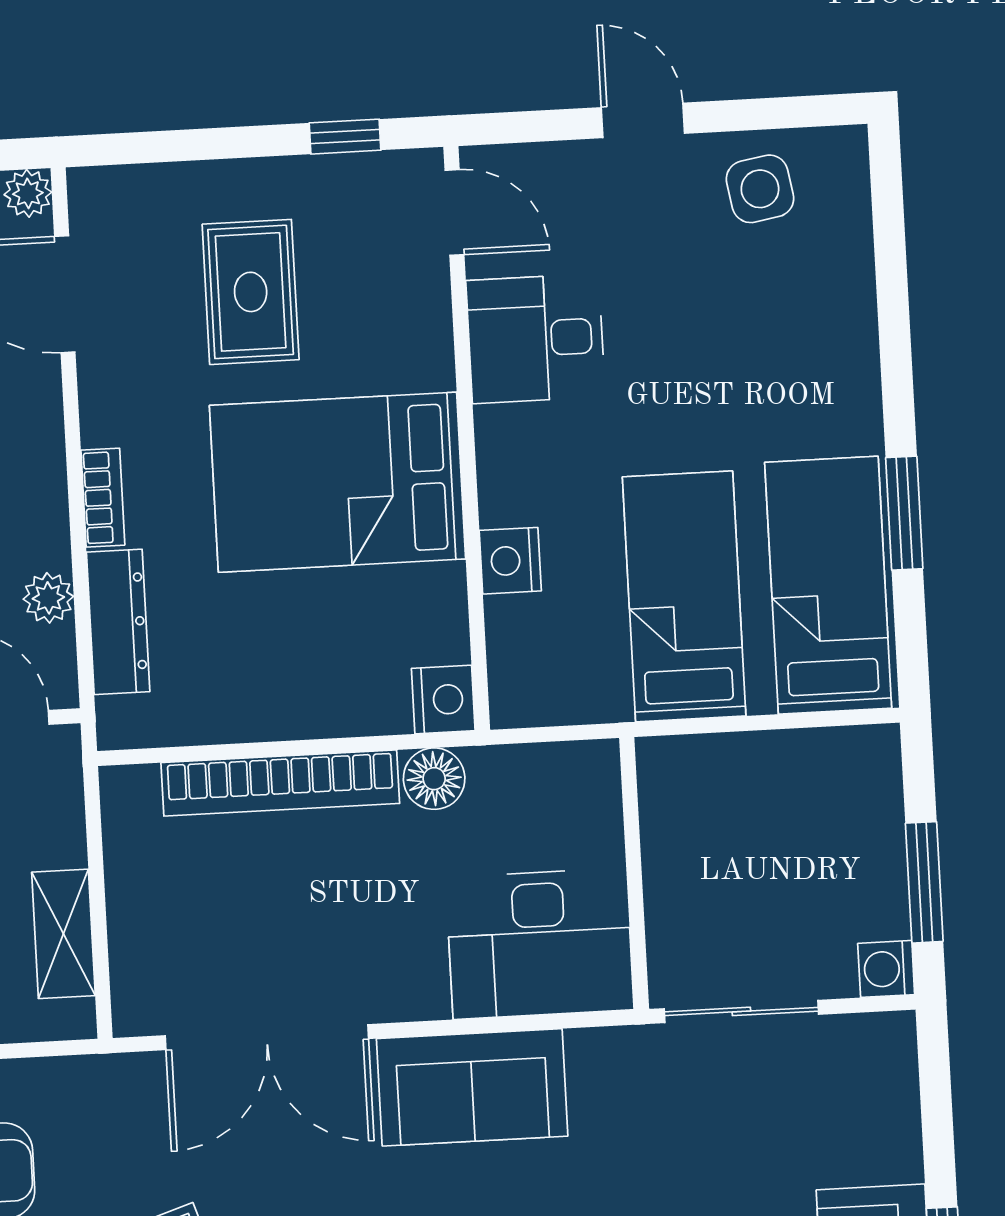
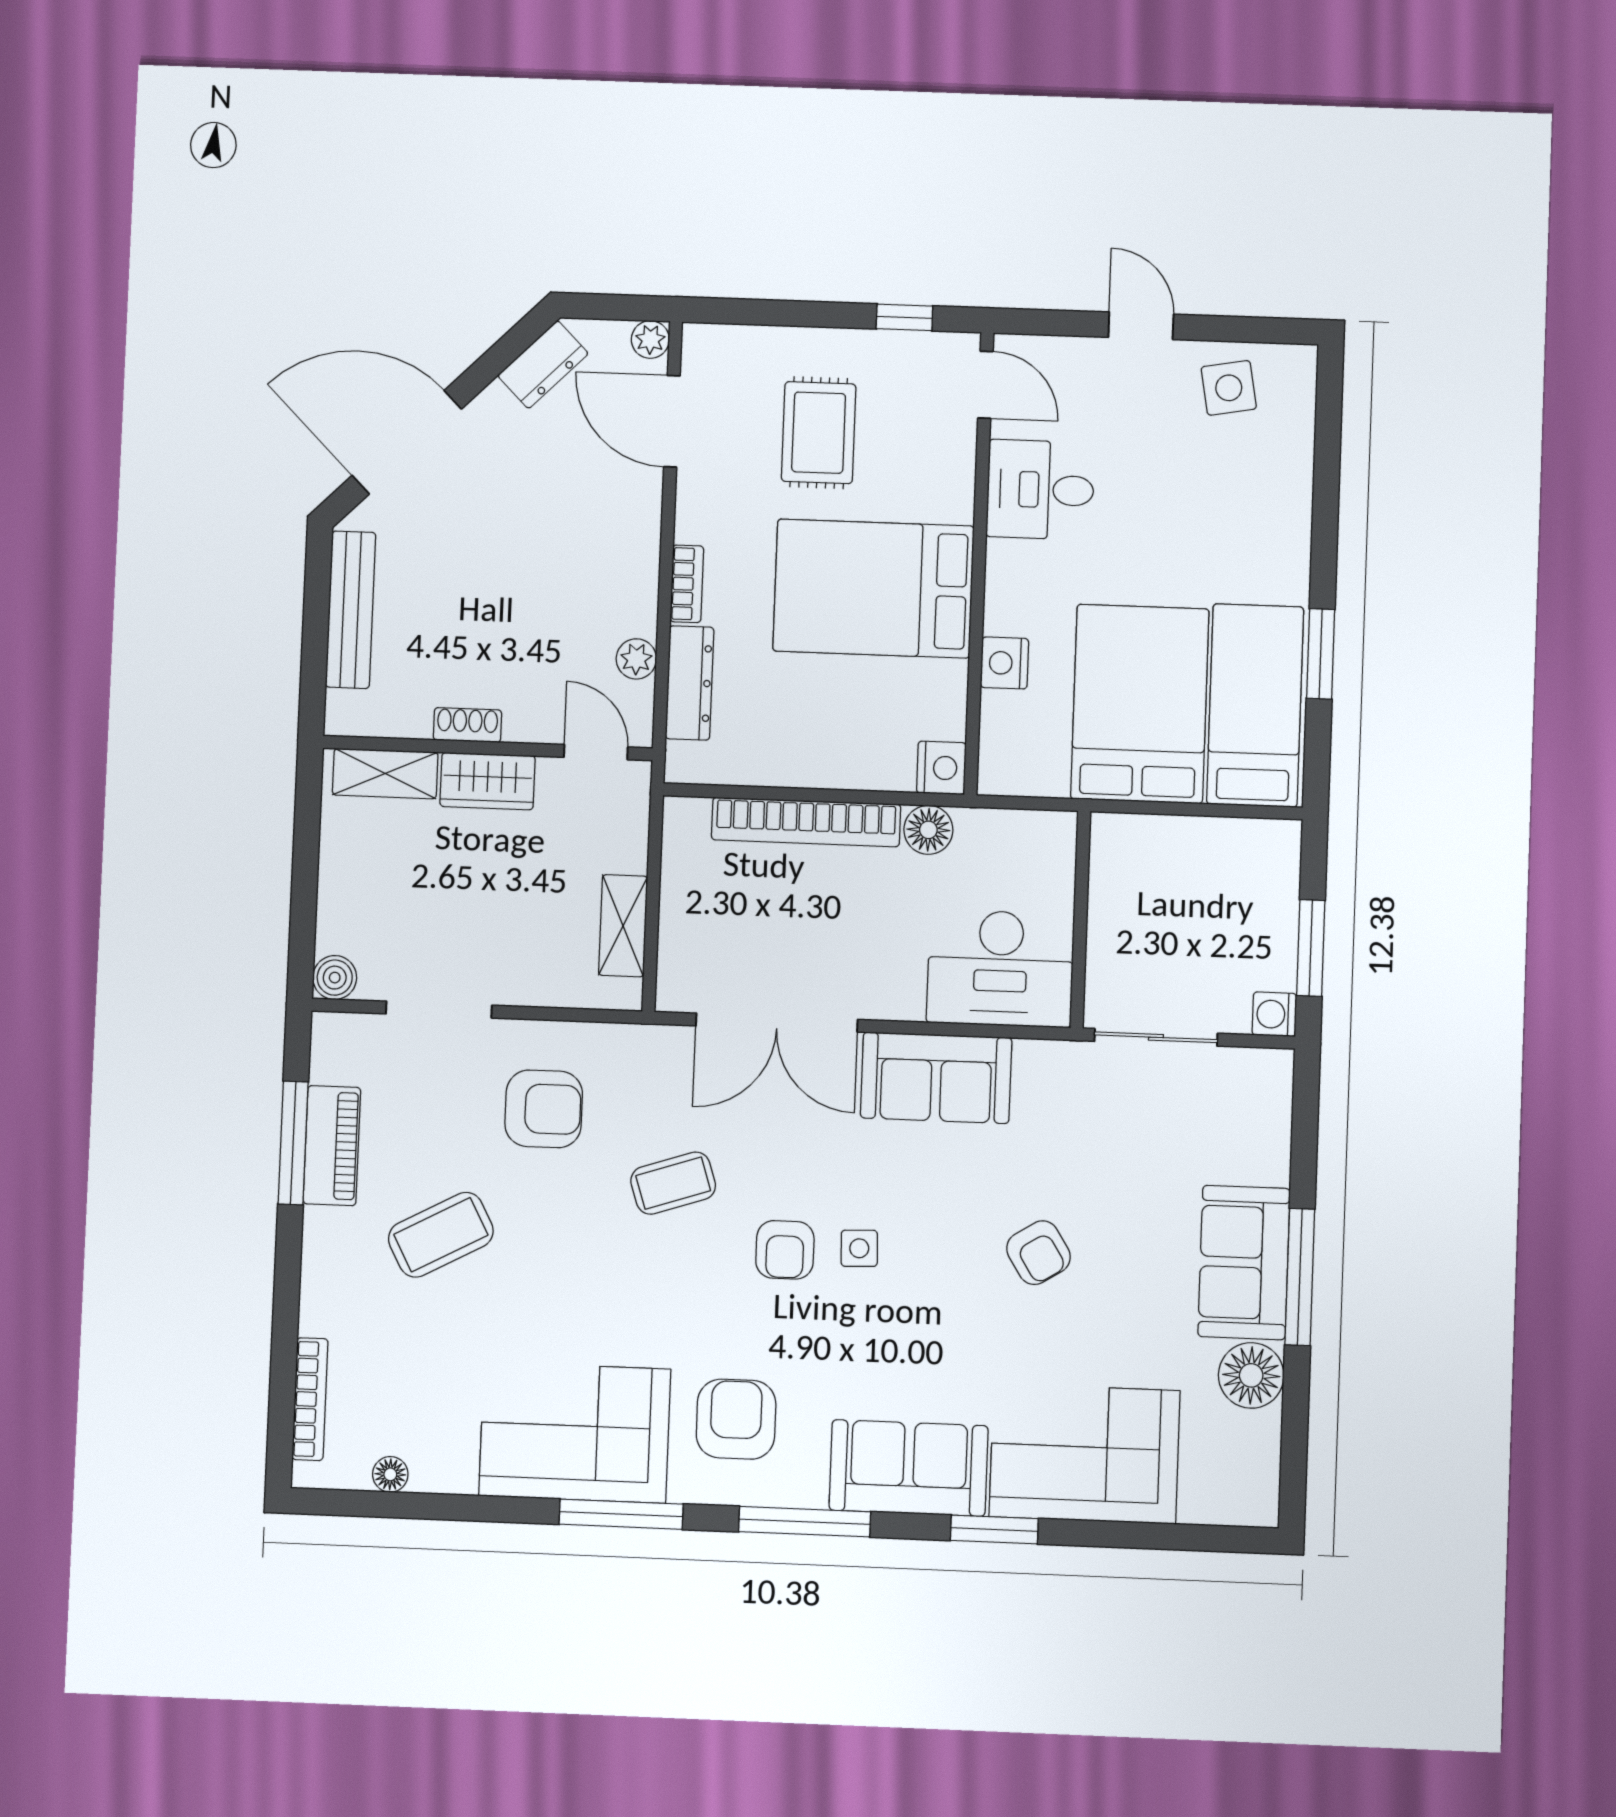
bed: (684, 596) -> (1140, 704), width x1.50

